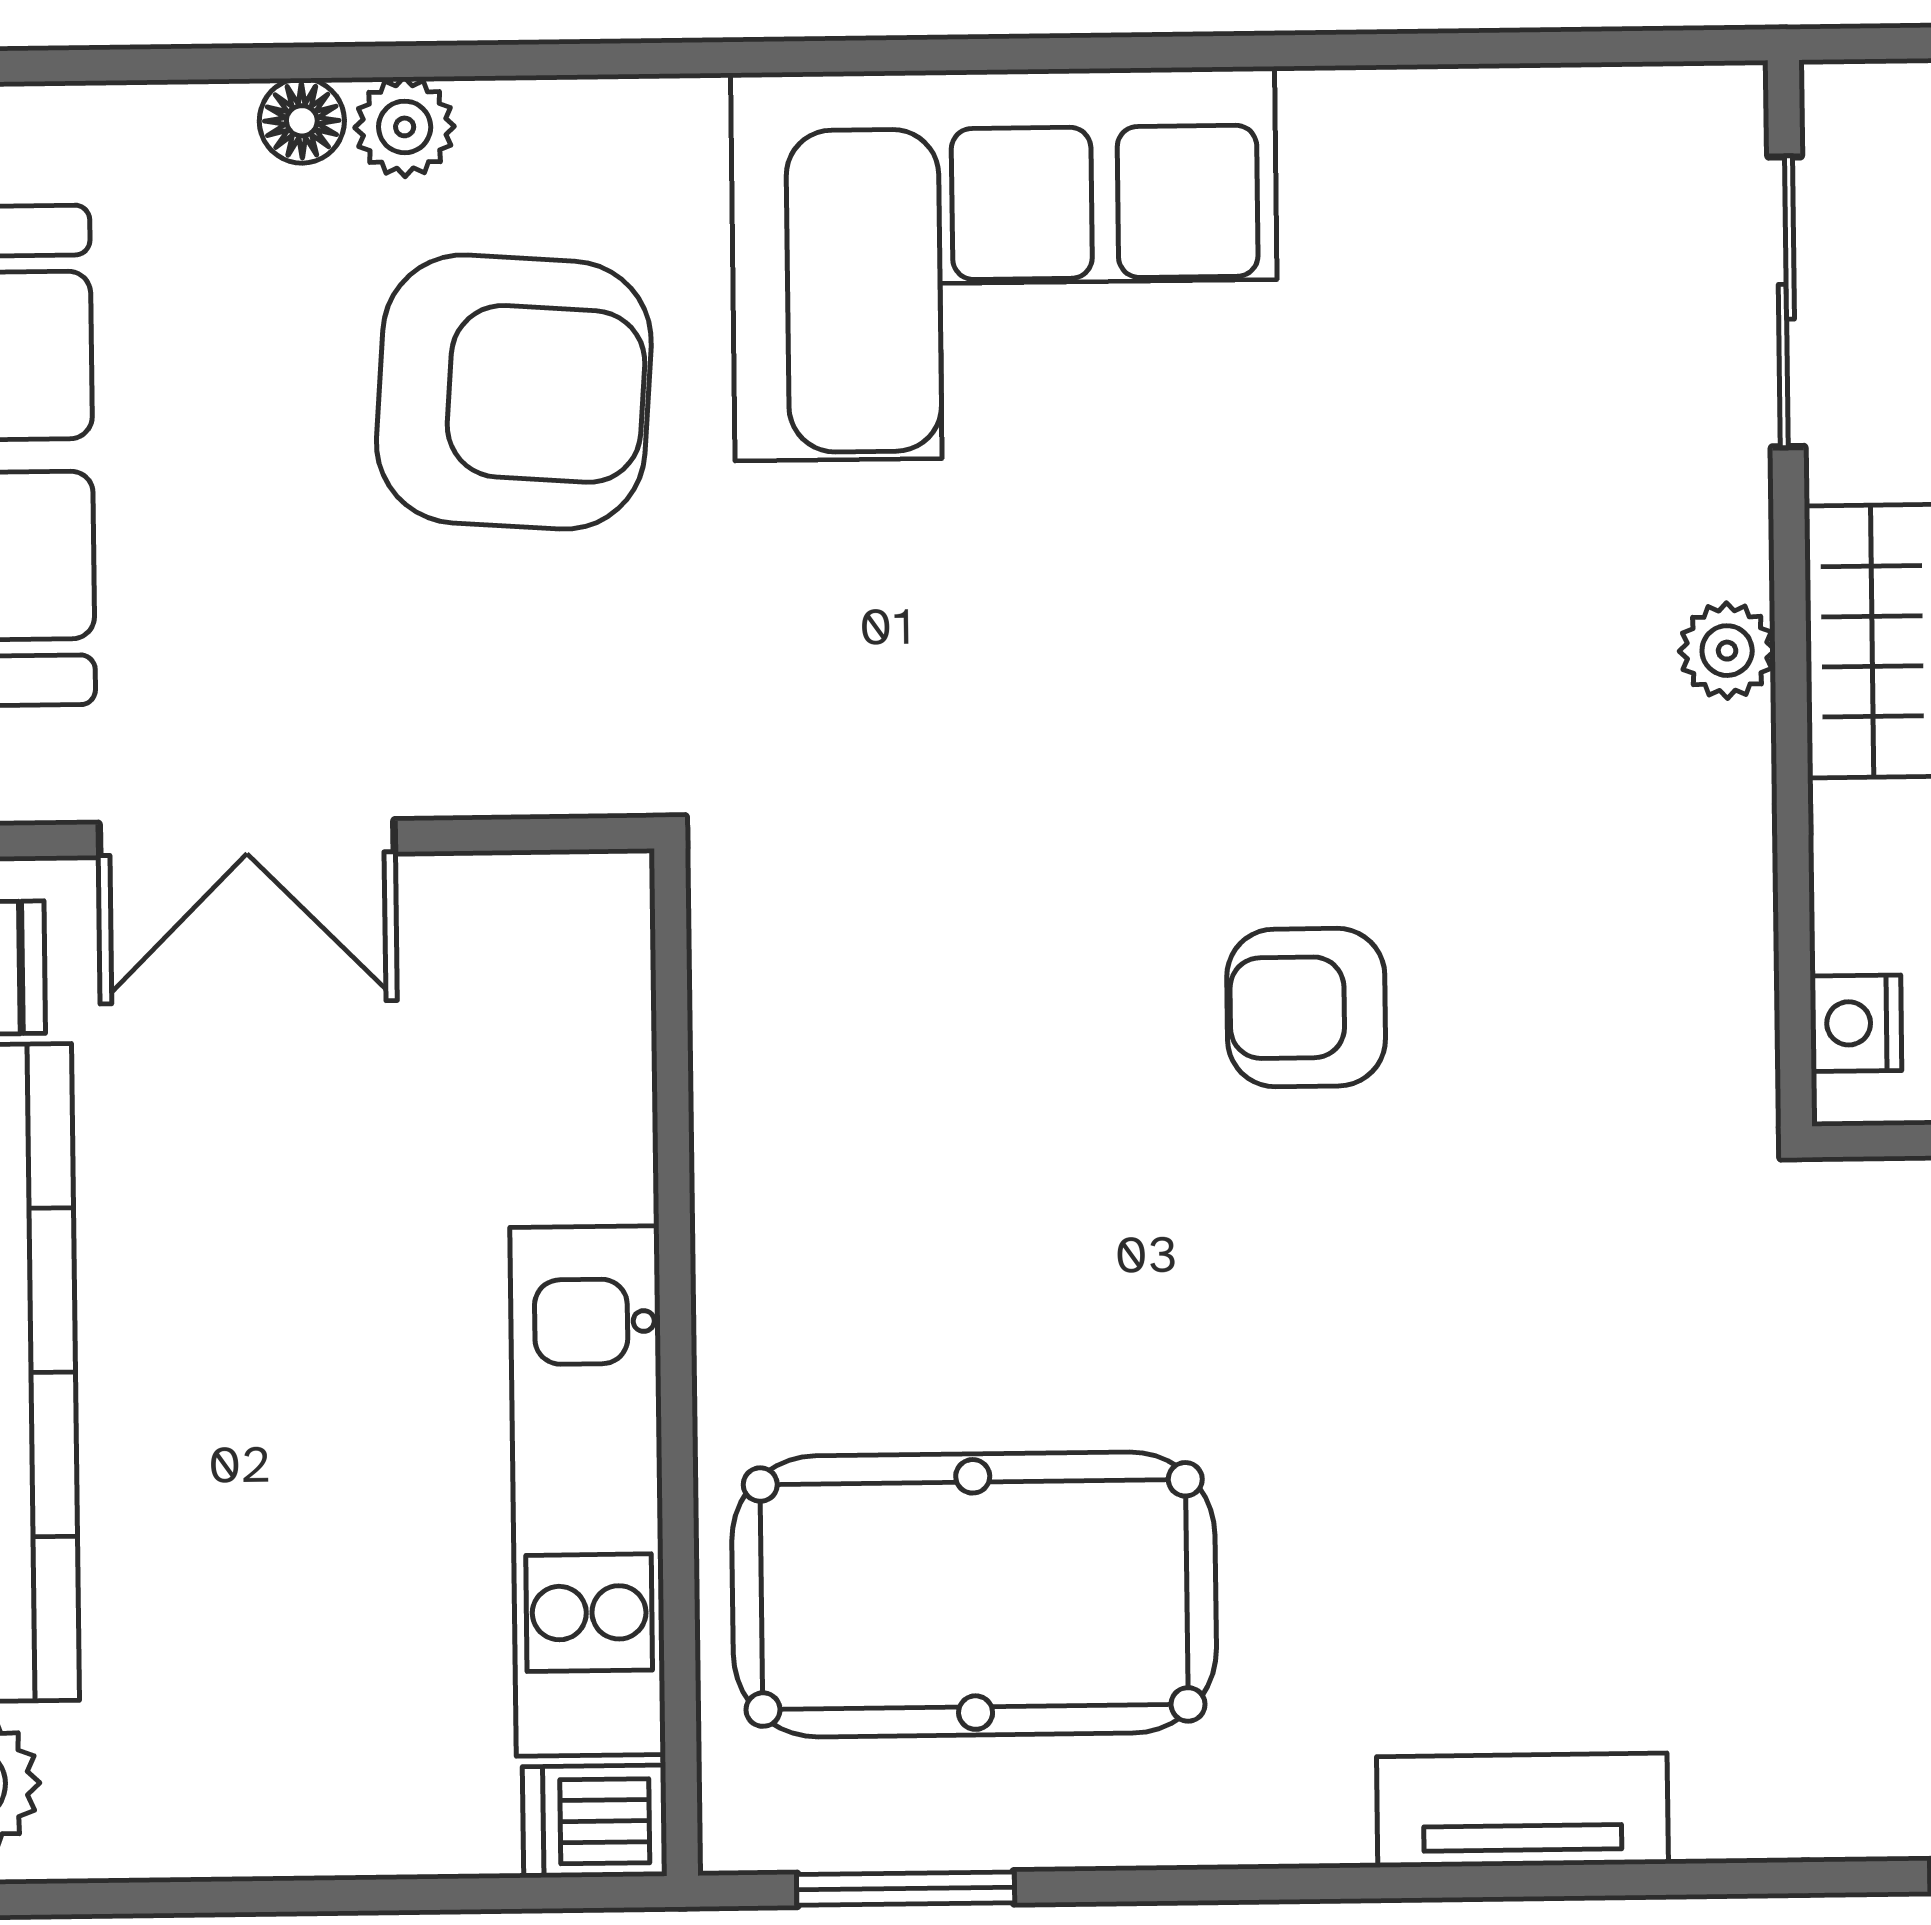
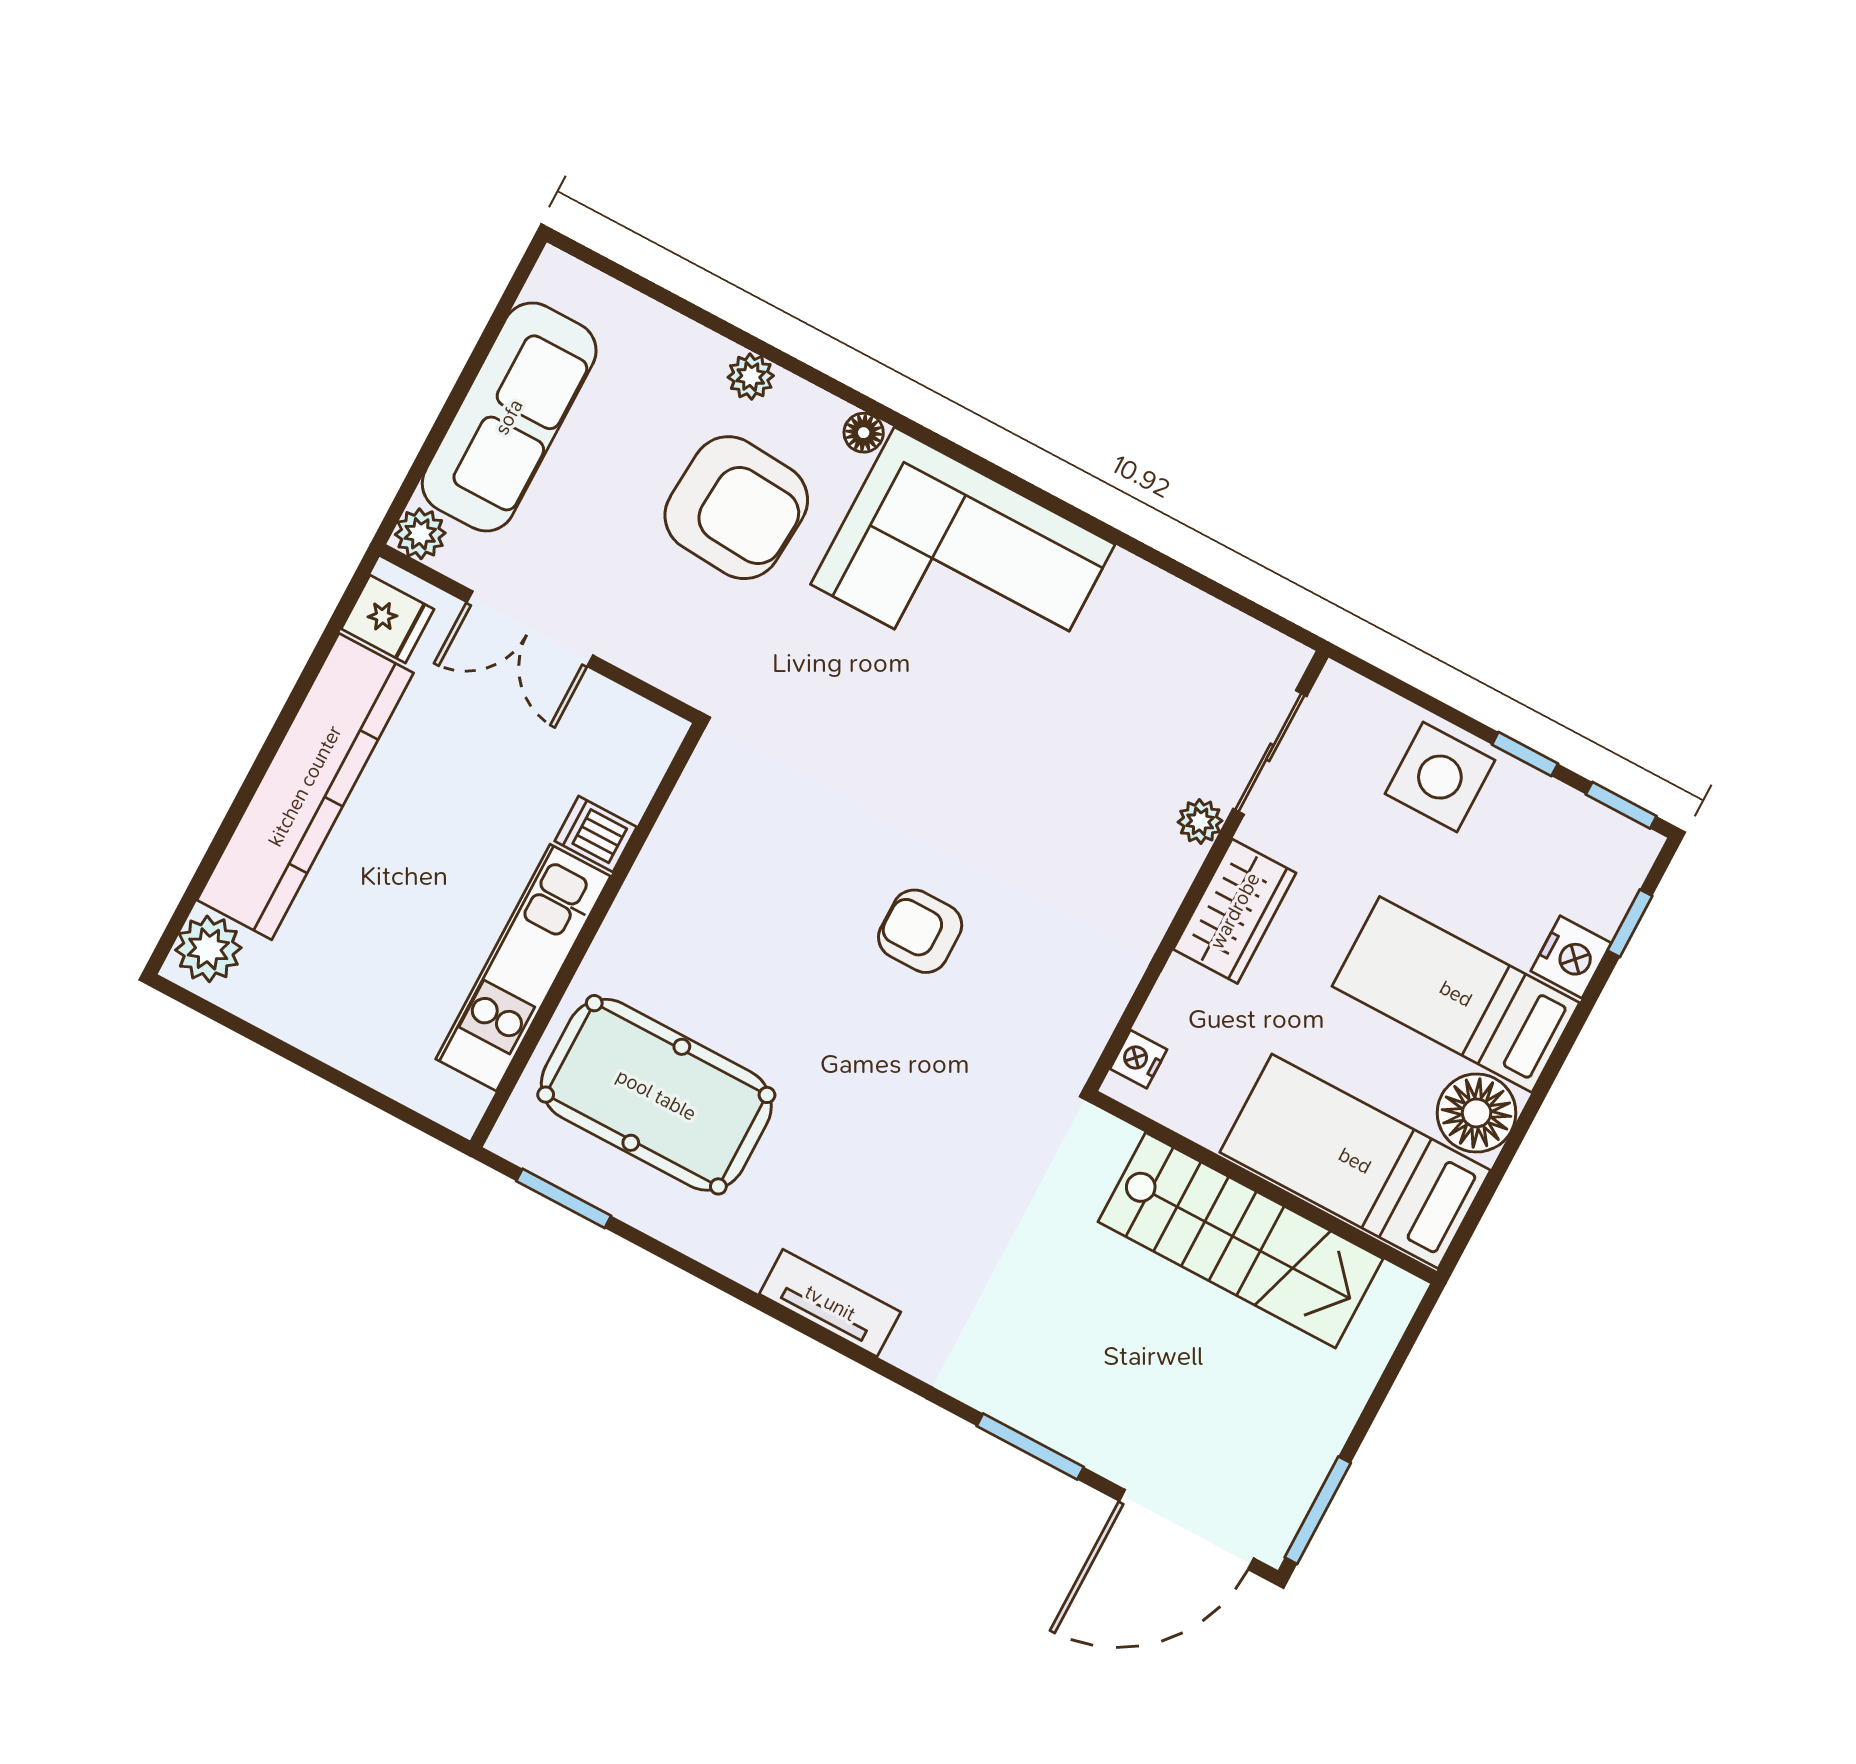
floor lamp: (302, 121) -> (864, 433), moved
plant: (1727, 651) -> (1200, 821), moved
dishwasher: (595, 1821) -> (596, 834), moved

